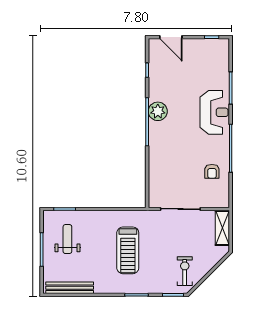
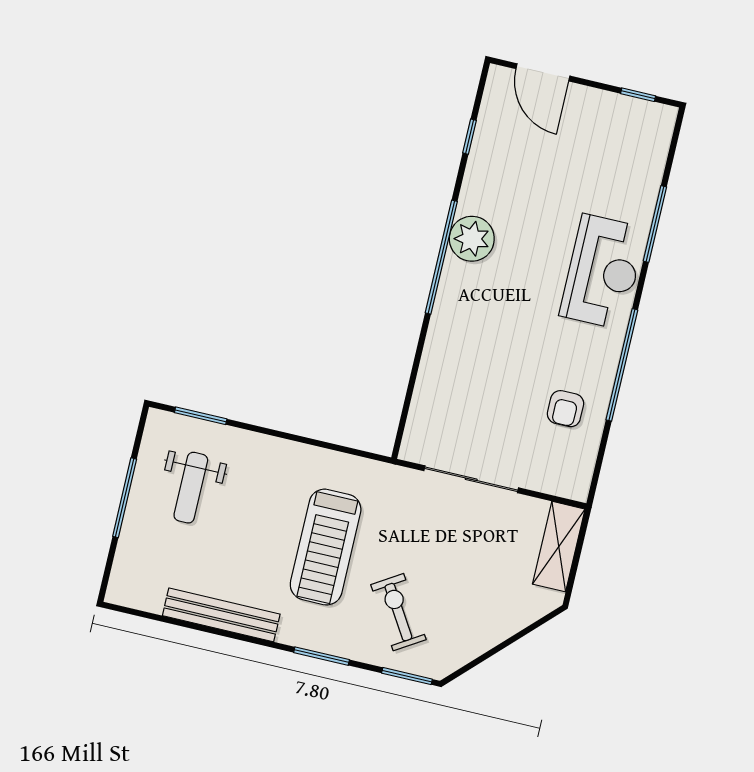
weight bench: (67, 239) -> (191, 488), turned 180
exercise bike: (185, 271) -> (398, 612), moved, turned -32
bench: (70, 288) -> (221, 615), moved

